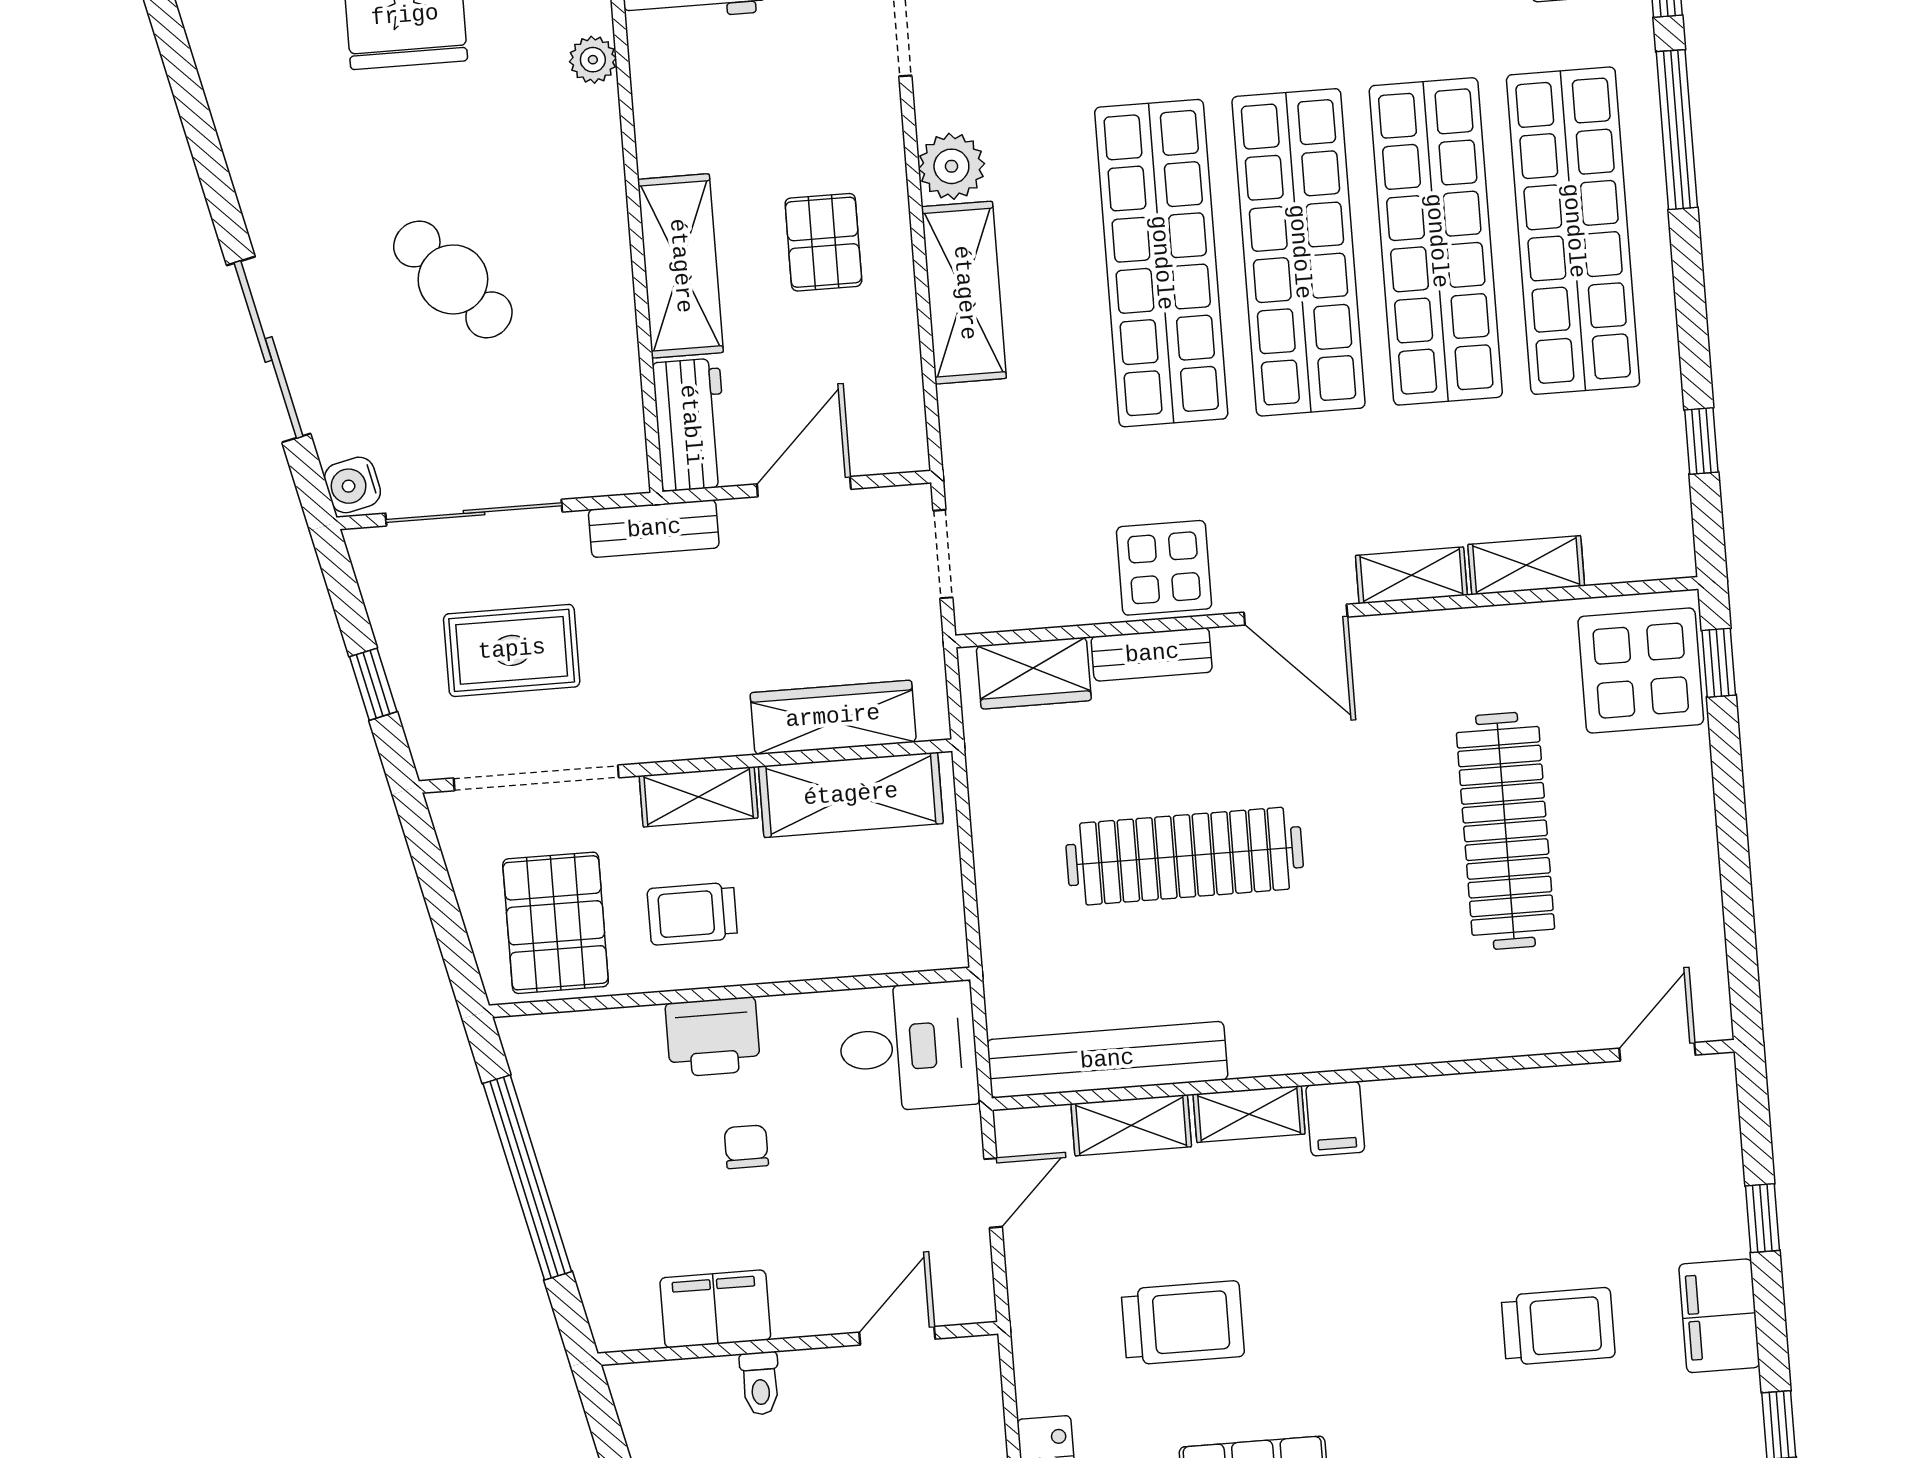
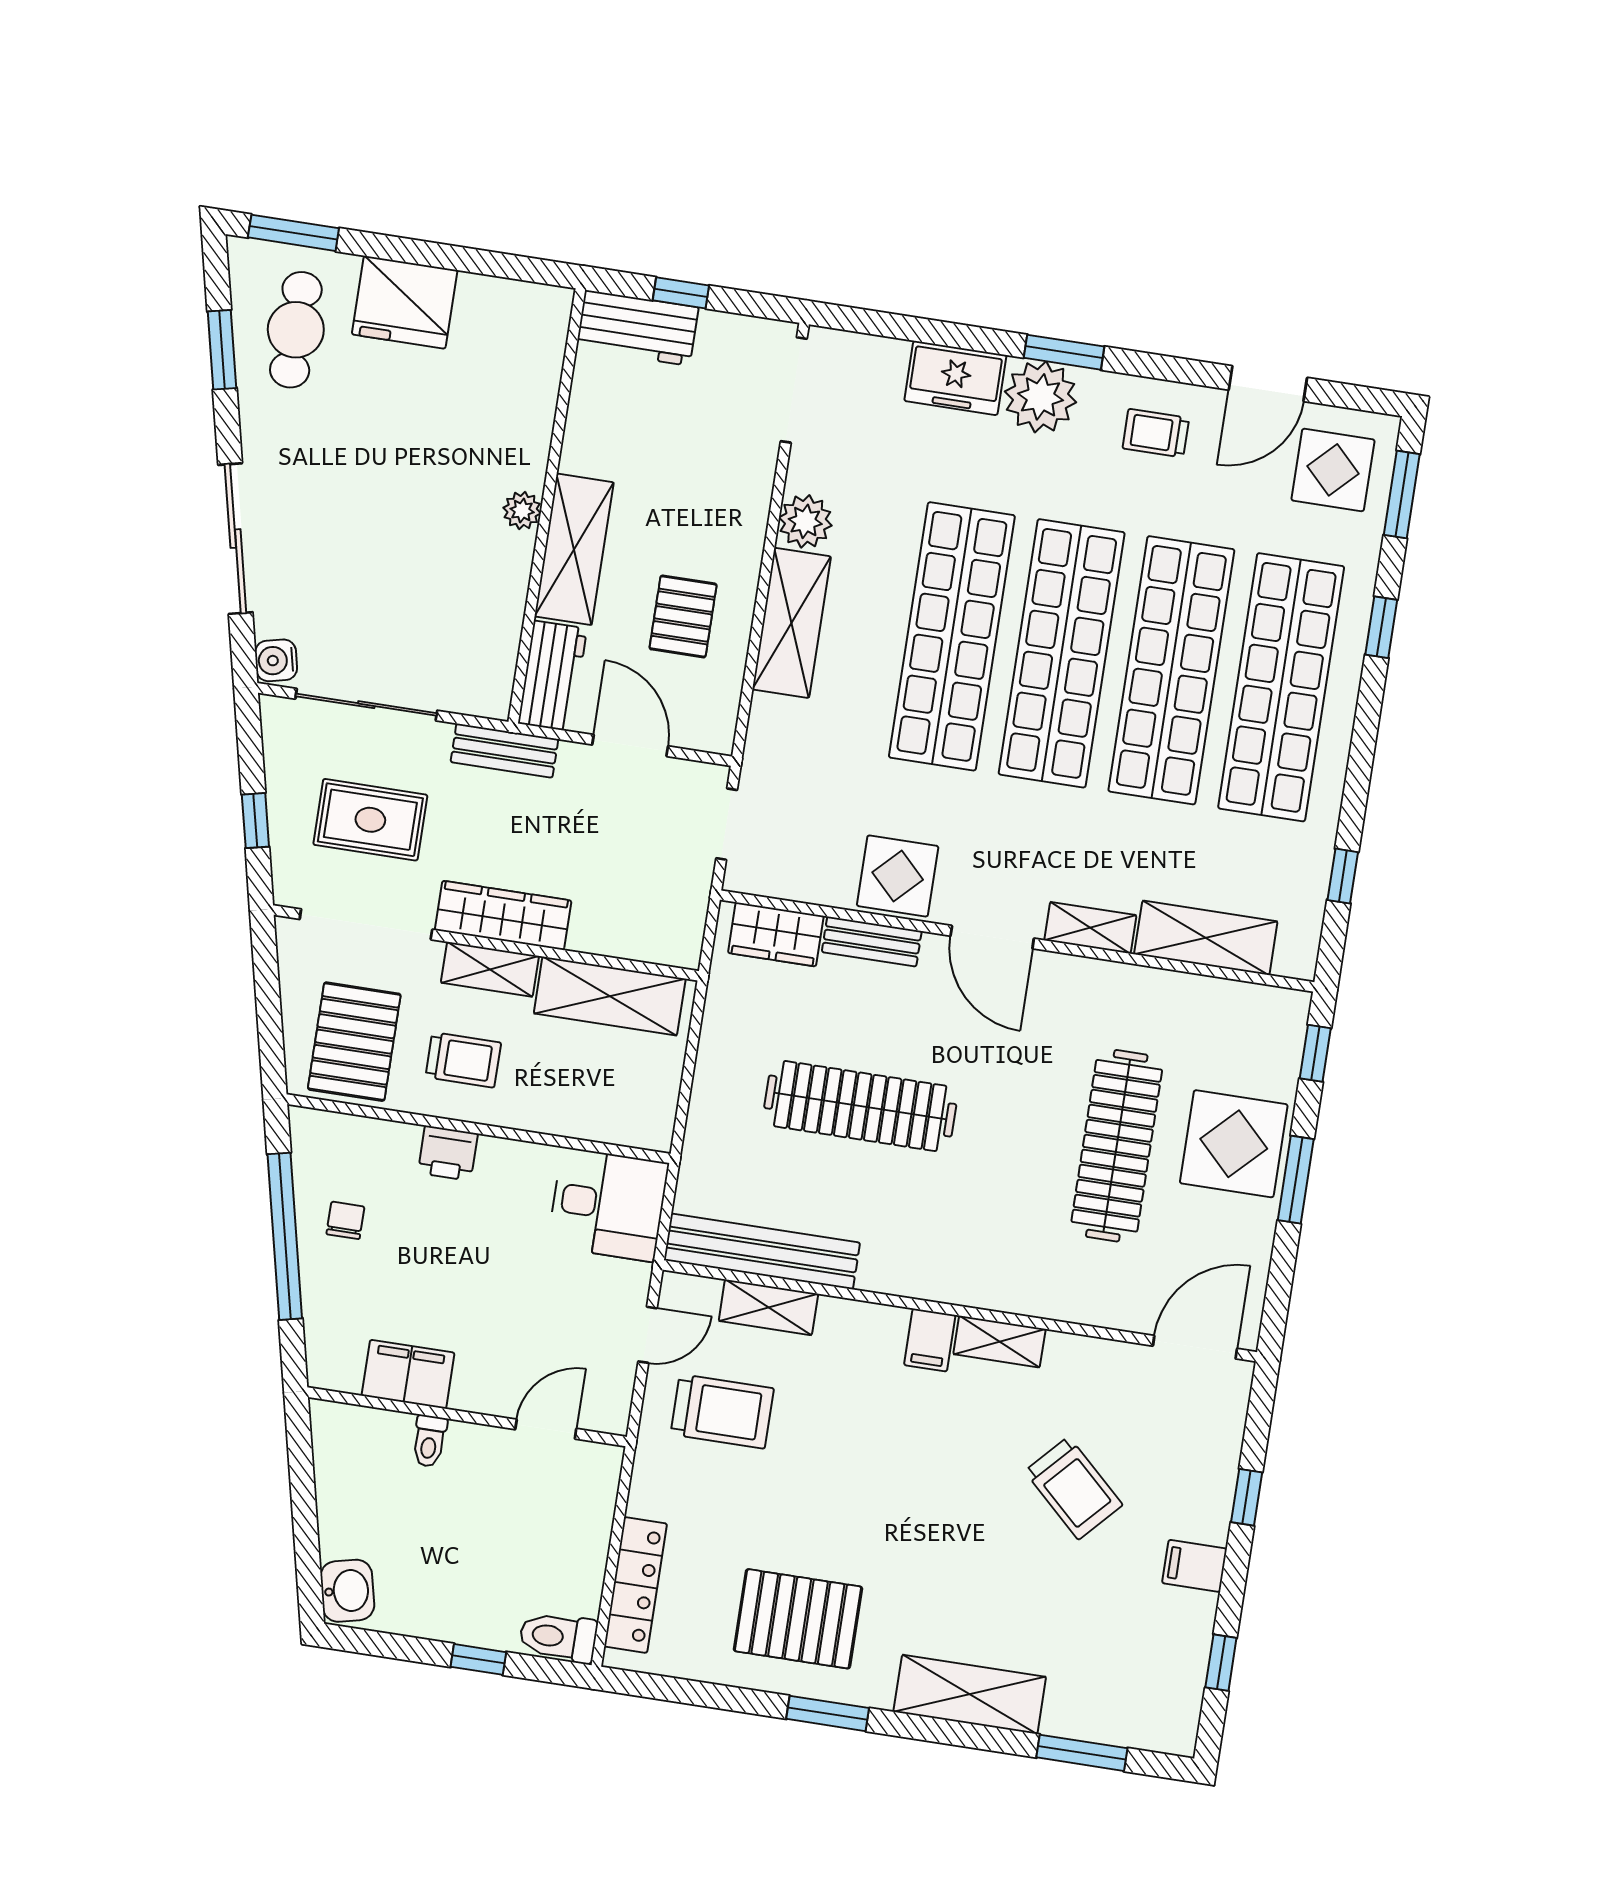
plant: (593, 60) -> (522, 510), moved
window: (199, 125) -> (222, 350), added
window: (1677, 130) -> (1381, 627), width x0.46
pallet: (823, 242) -> (683, 616), moved
cafe table: (453, 279) -> (296, 330), moved, turned 41
door: (804, 487) -> (630, 745), hinge flipped
shelving: (1526, 565) -> (1206, 938), width x1.50, depth x1.33
display table: (1641, 671) -> (1234, 1144), moved
wardrobe: (833, 717) -> (503, 915), moved
window: (1731, 821) -> (1296, 1180), added
trolley: (692, 914) -> (463, 1060), turned 180
printer: (713, 1037) -> (448, 1153), width x0.73, depth x0.81
door: (1657, 1052) -> (1195, 1347), width x1.38
shelving: (1249, 1114) -> (999, 1342), moved
chair: (746, 1147) -> (345, 1220), moved
filing cabinet: (1719, 1316) -> (1195, 1566), width x0.50
trolley: (1183, 1323) -> (722, 1411), moved
trolley: (1558, 1326) -> (1074, 1488), moved, turned 43

